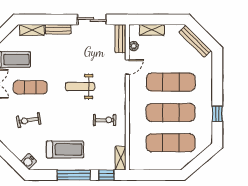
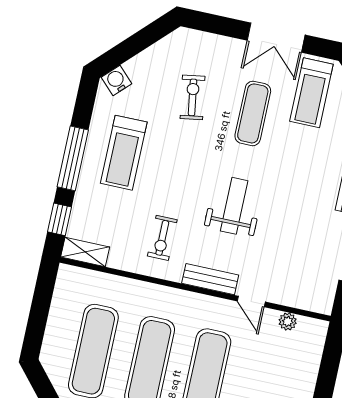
shelving: (152, 30) -> (310, 362), removed
bench: (120, 39) -> (210, 279), moved

